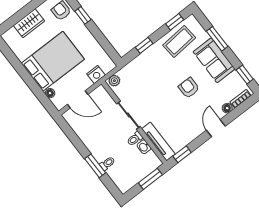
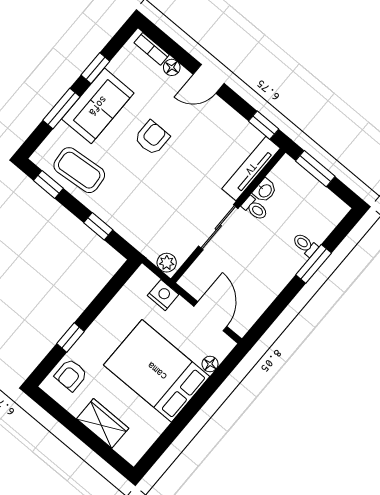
window: (245, 74) -> (95, 68), moved
armchair: (189, 88) -> (152, 138), turned 180

